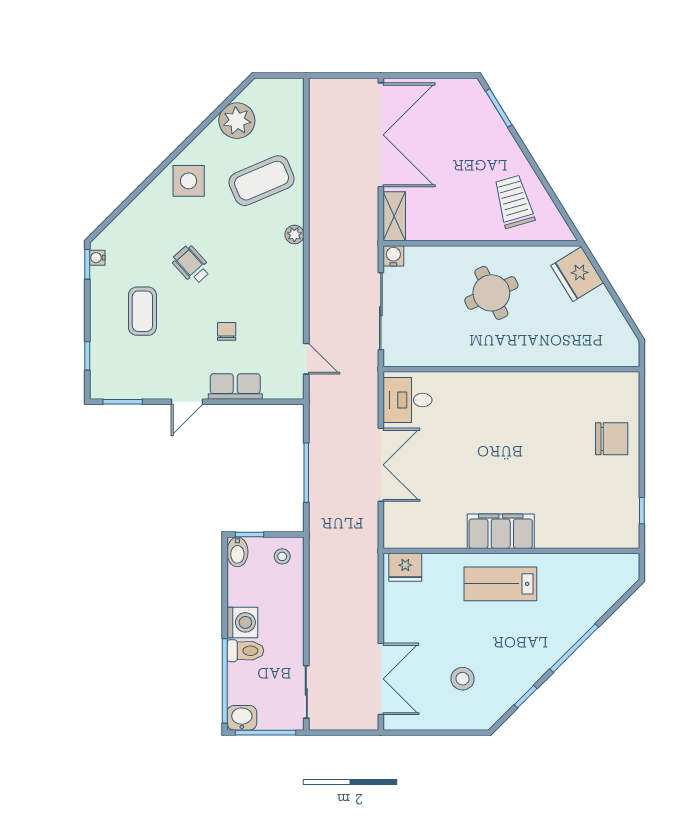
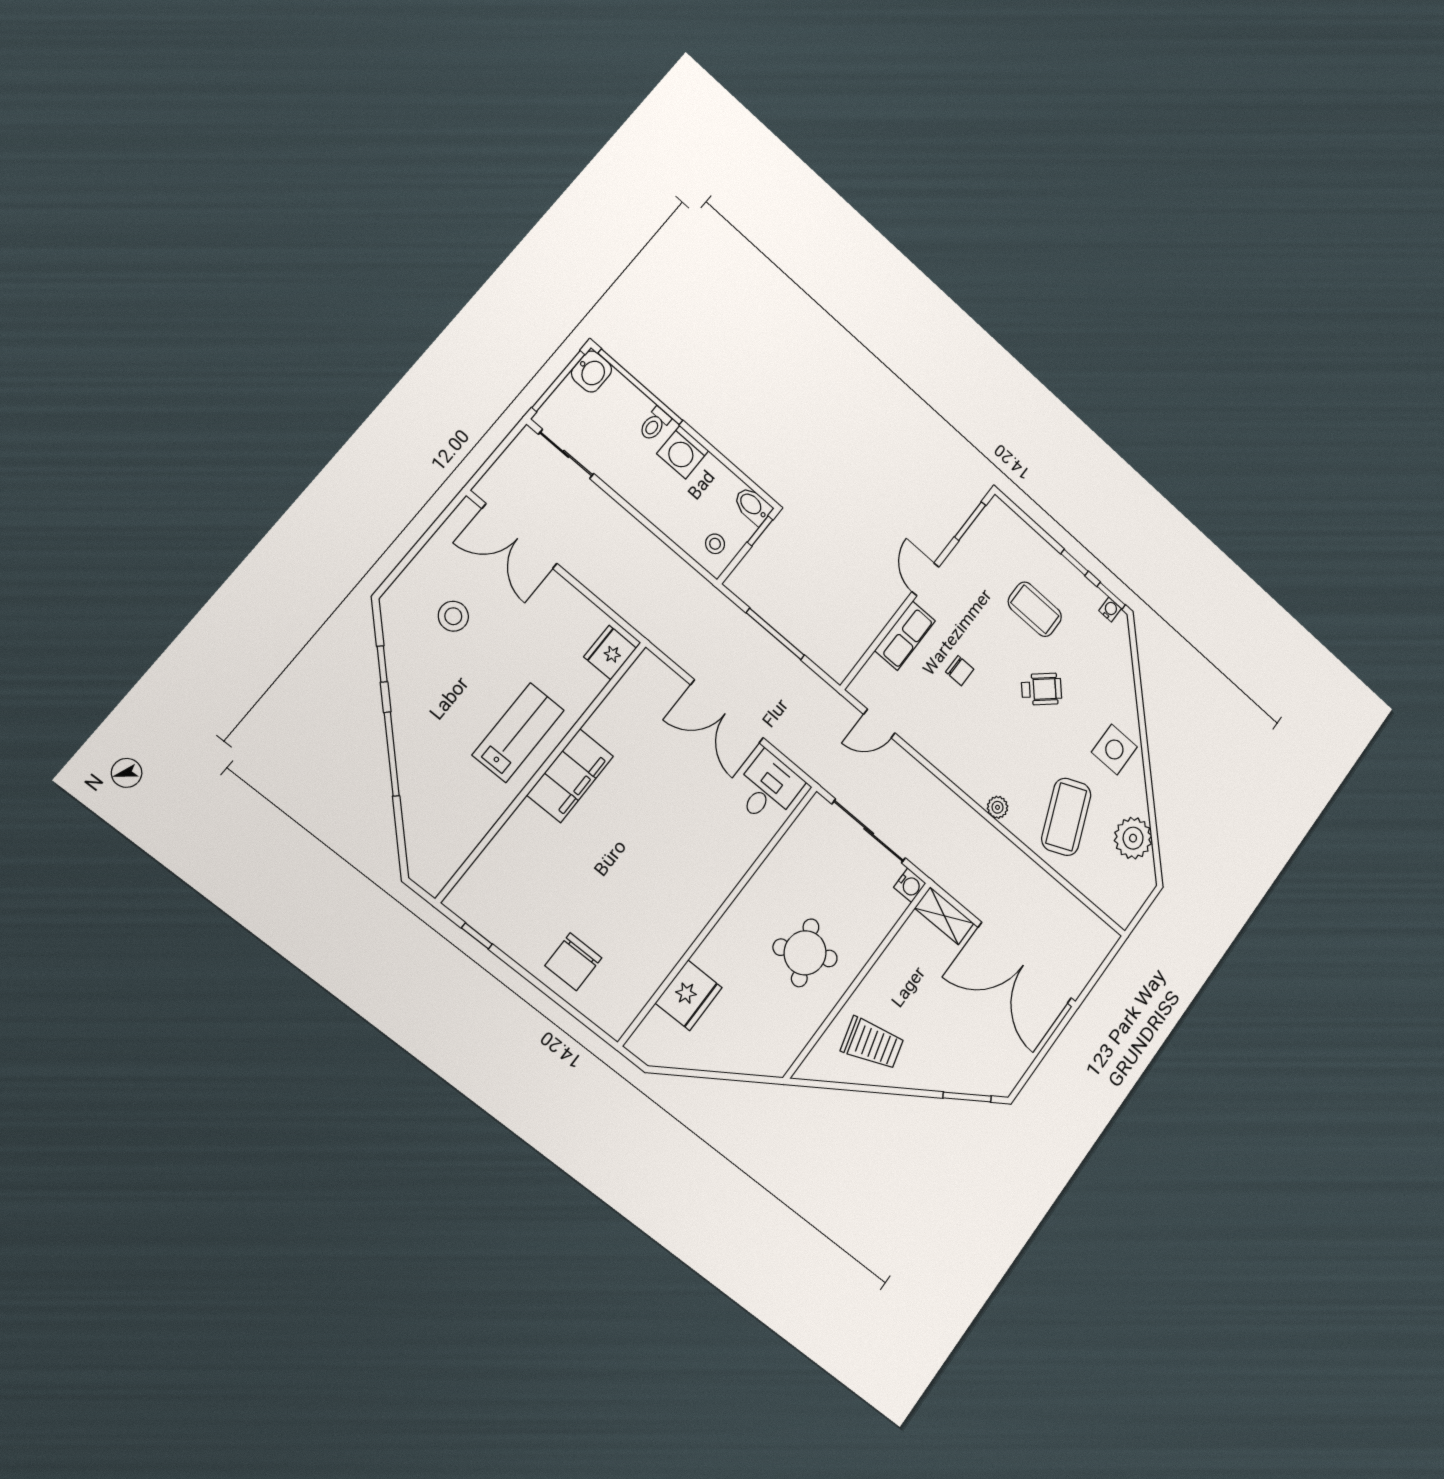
fridge: (577, 274) -> (689, 995), moved, turned 122
window: (87, 356) -> (1075, 562), moved
toilet: (245, 651) -> (655, 424), width x0.73, depth x0.72

